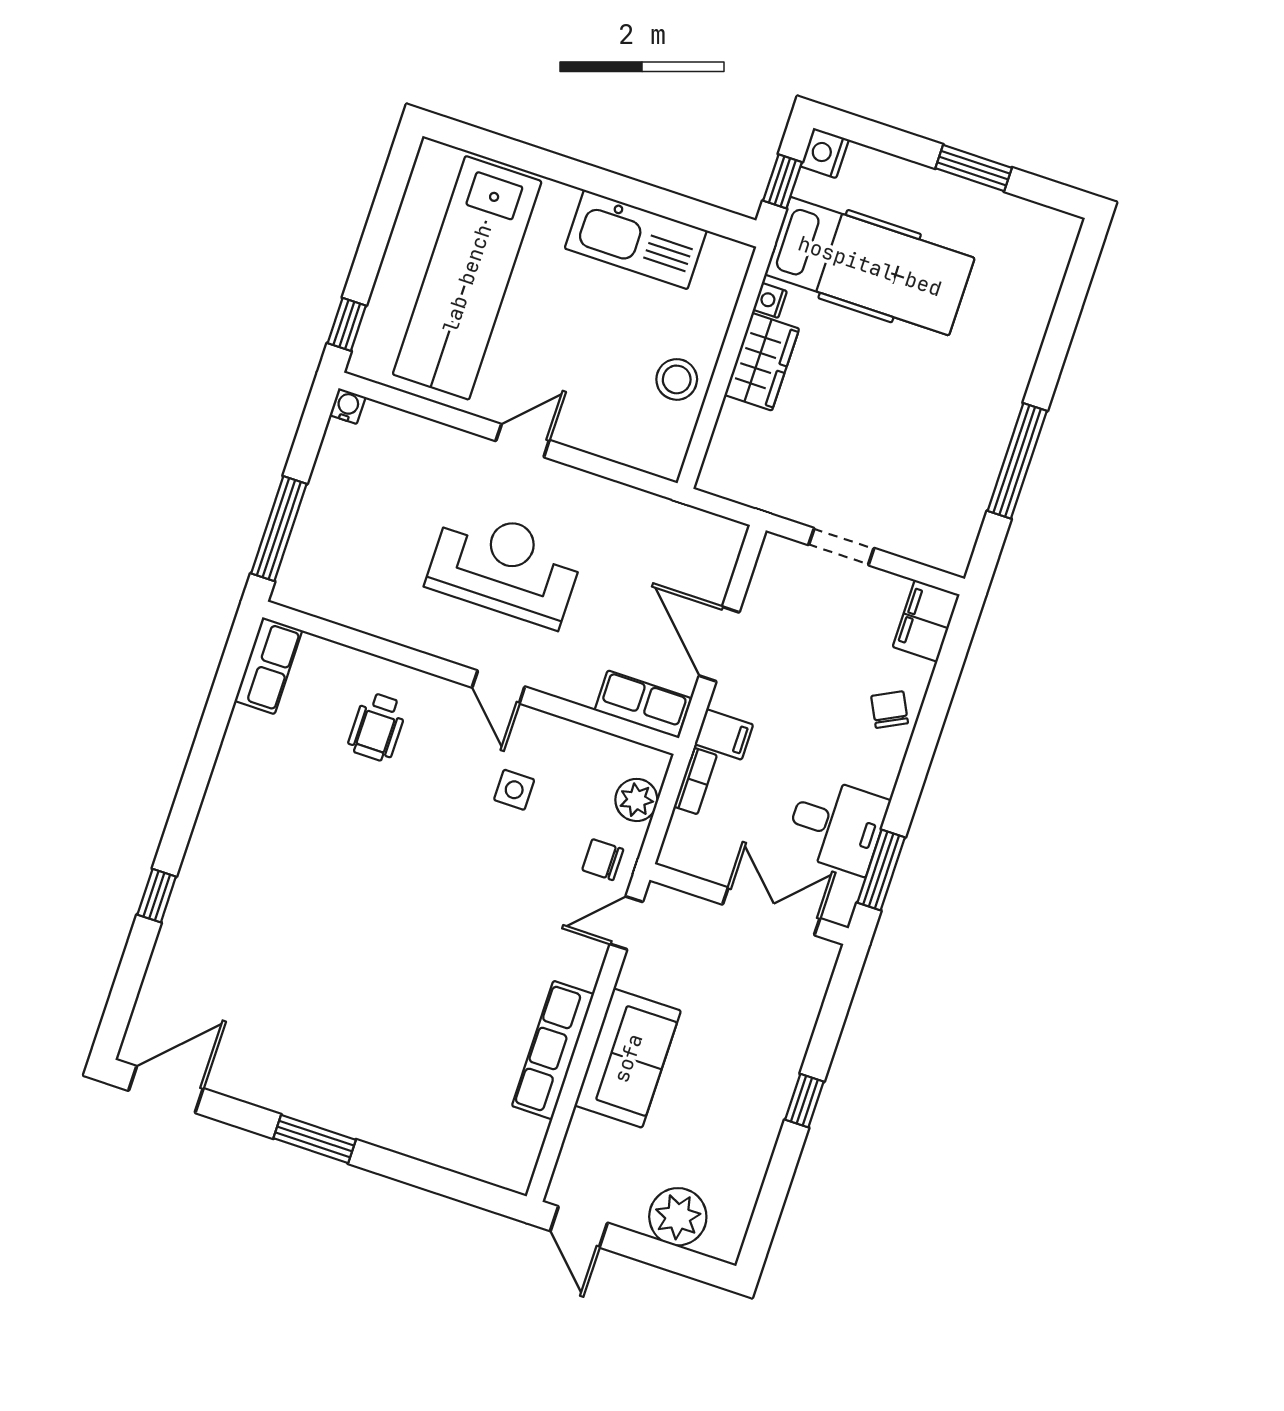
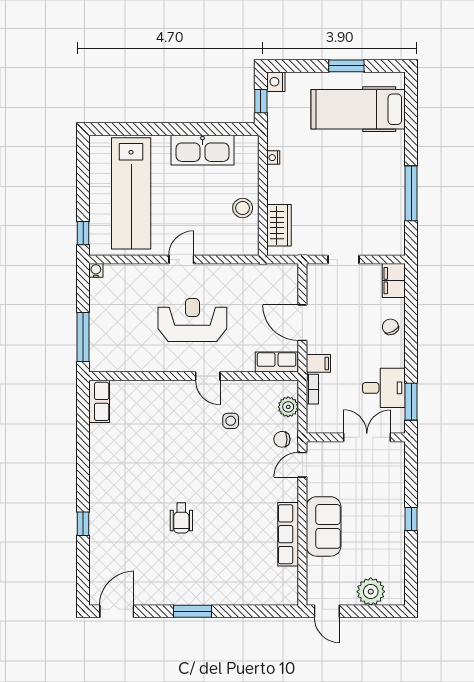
hospital bed: (870, 266) -> (358, 109), moved, turned 180
wardrobe: (762, 362) -> (279, 225), moved
wheelchair: (377, 727) -> (181, 518), moved

